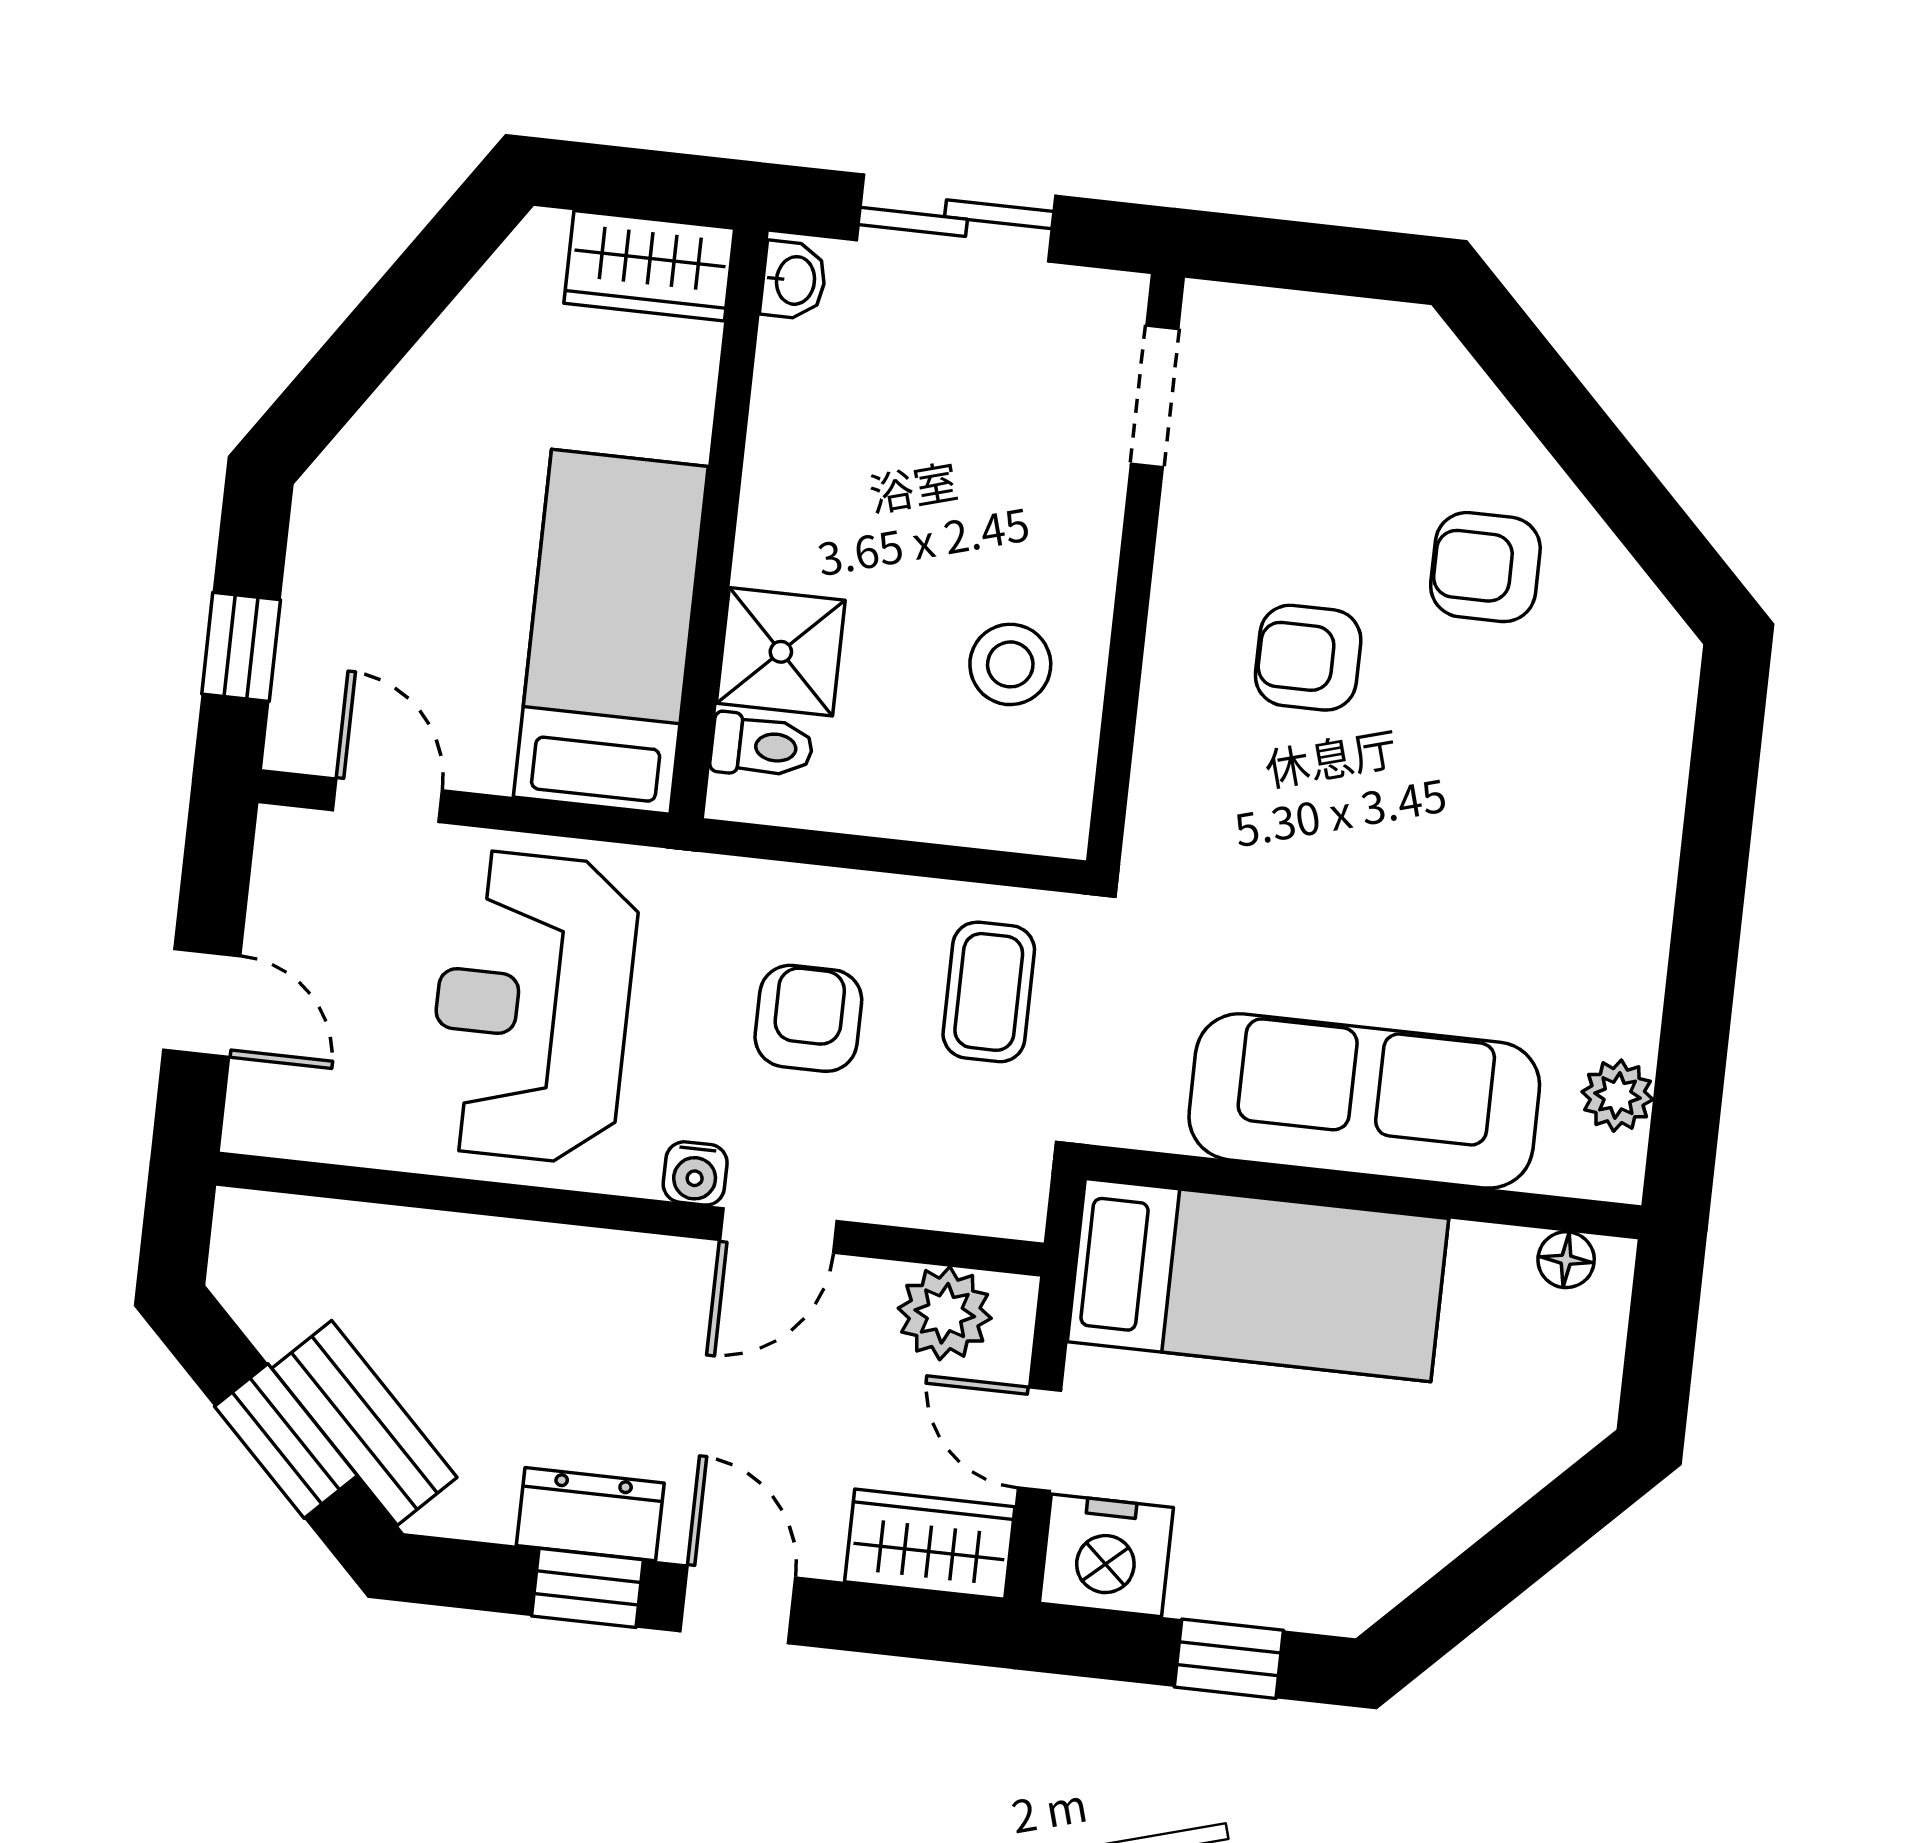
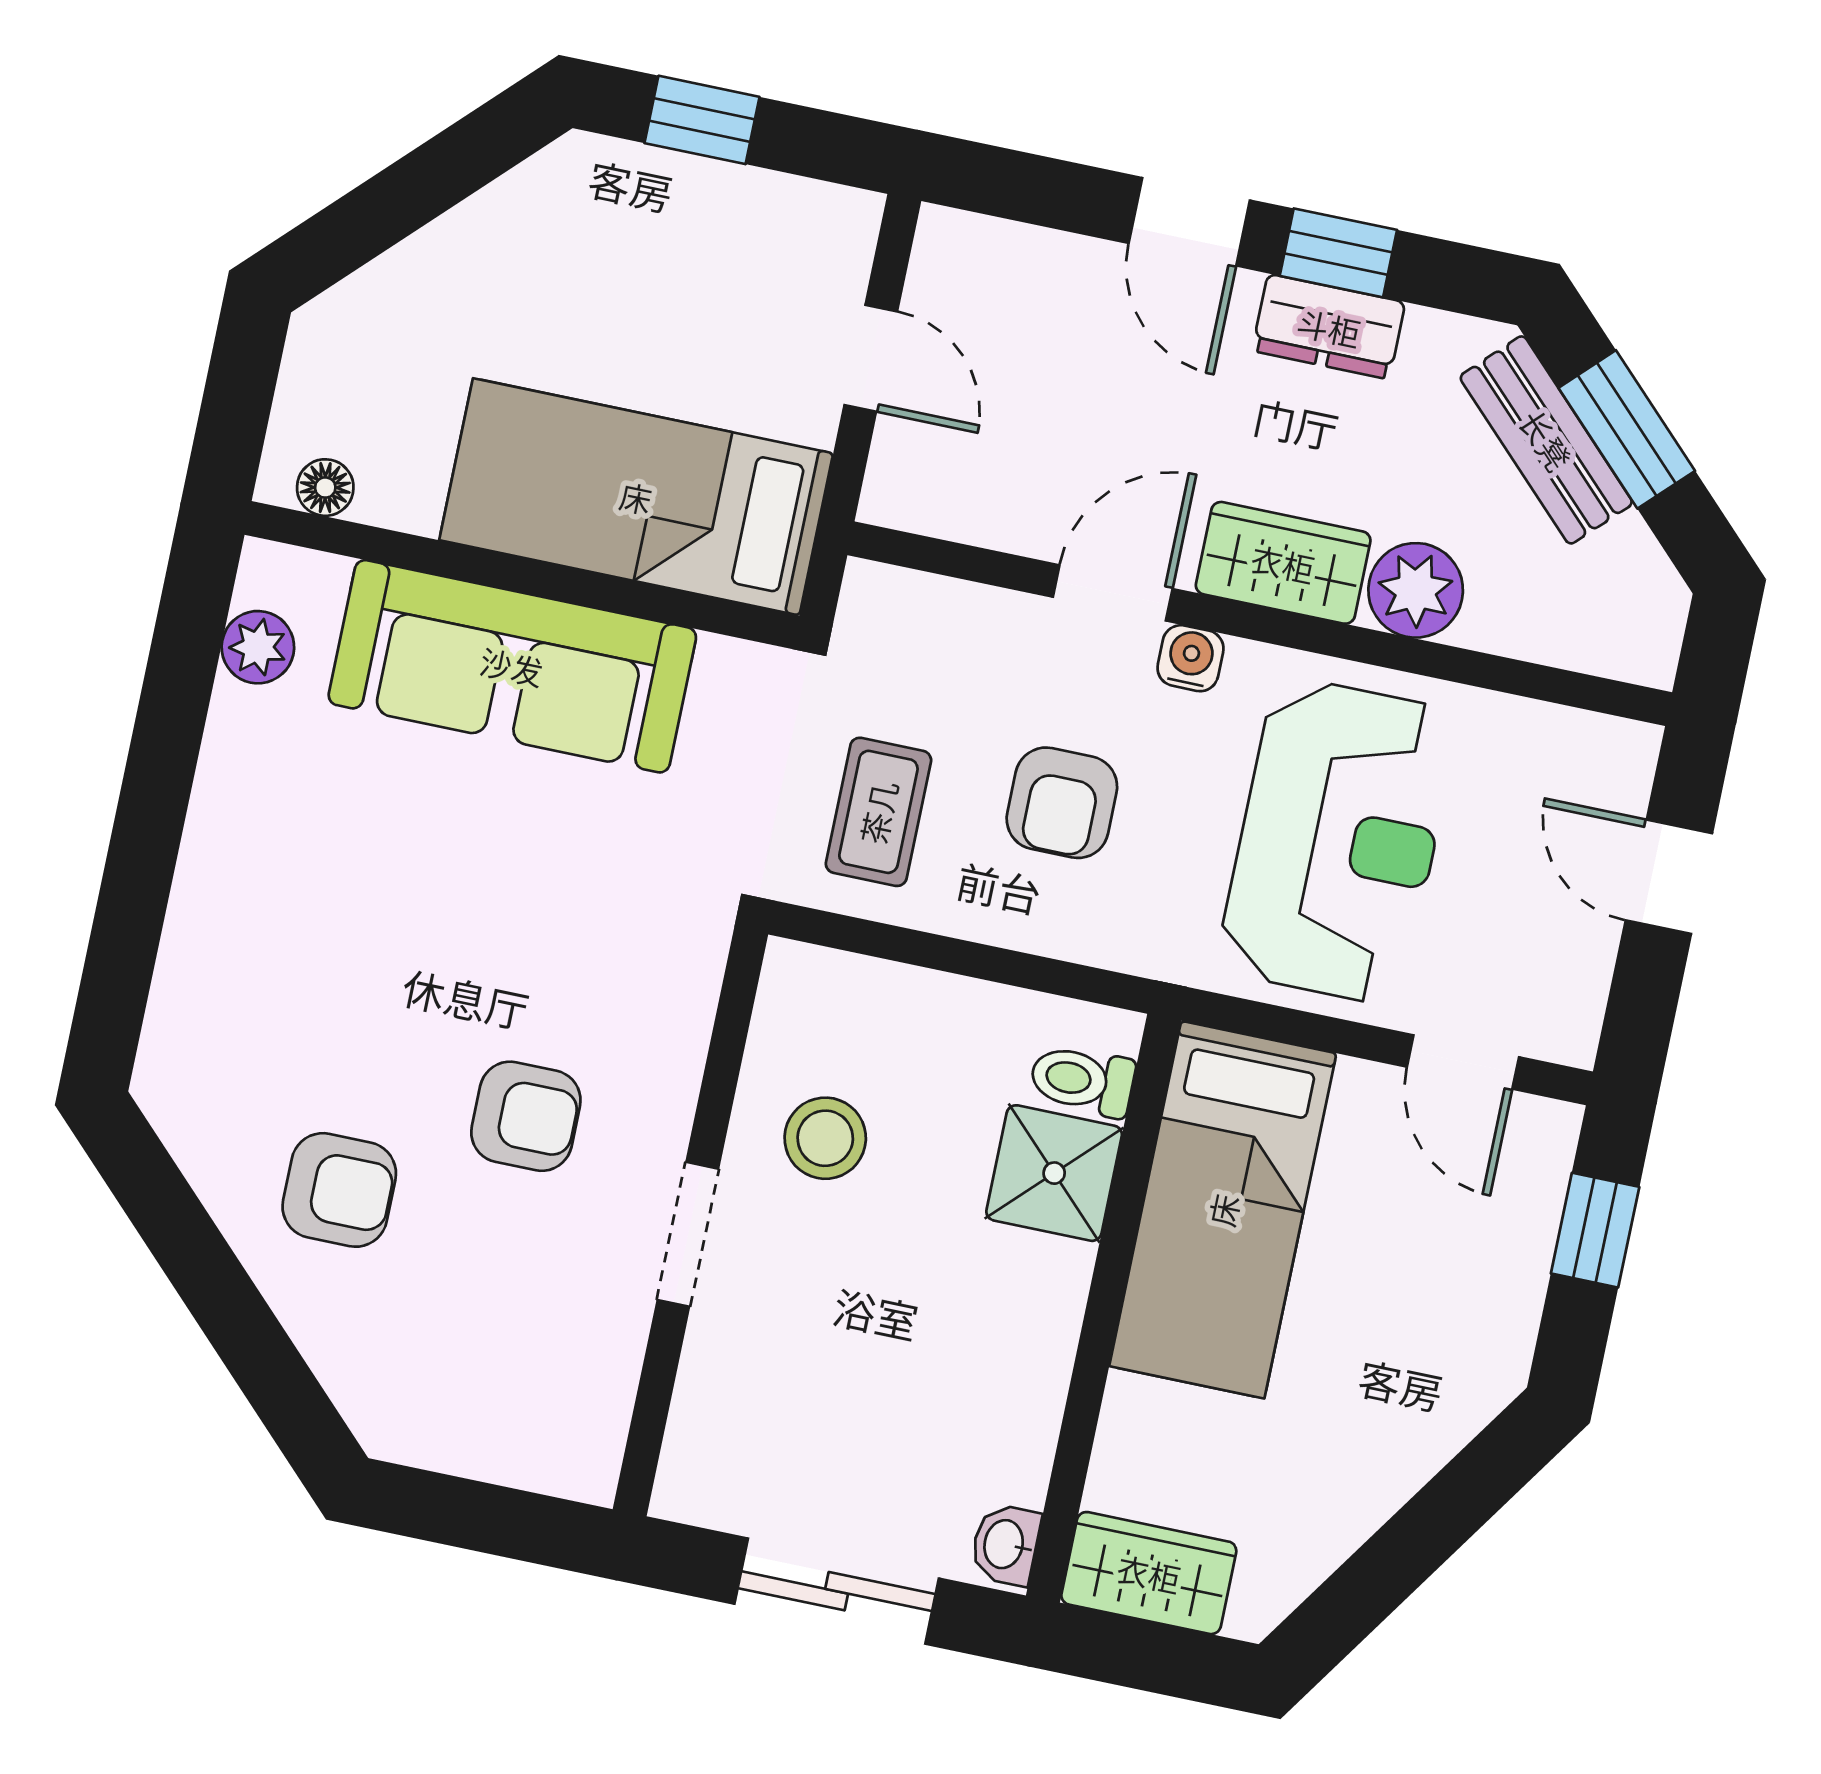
doorway: (1155, 396) -> (688, 1234), moved
plant: (945, 1313) -> (1416, 590), moved
wardrobe: (930, 1544) -> (1283, 563), moved, turned 180
nightstand: (1106, 1555) -> (815, 235), removed

